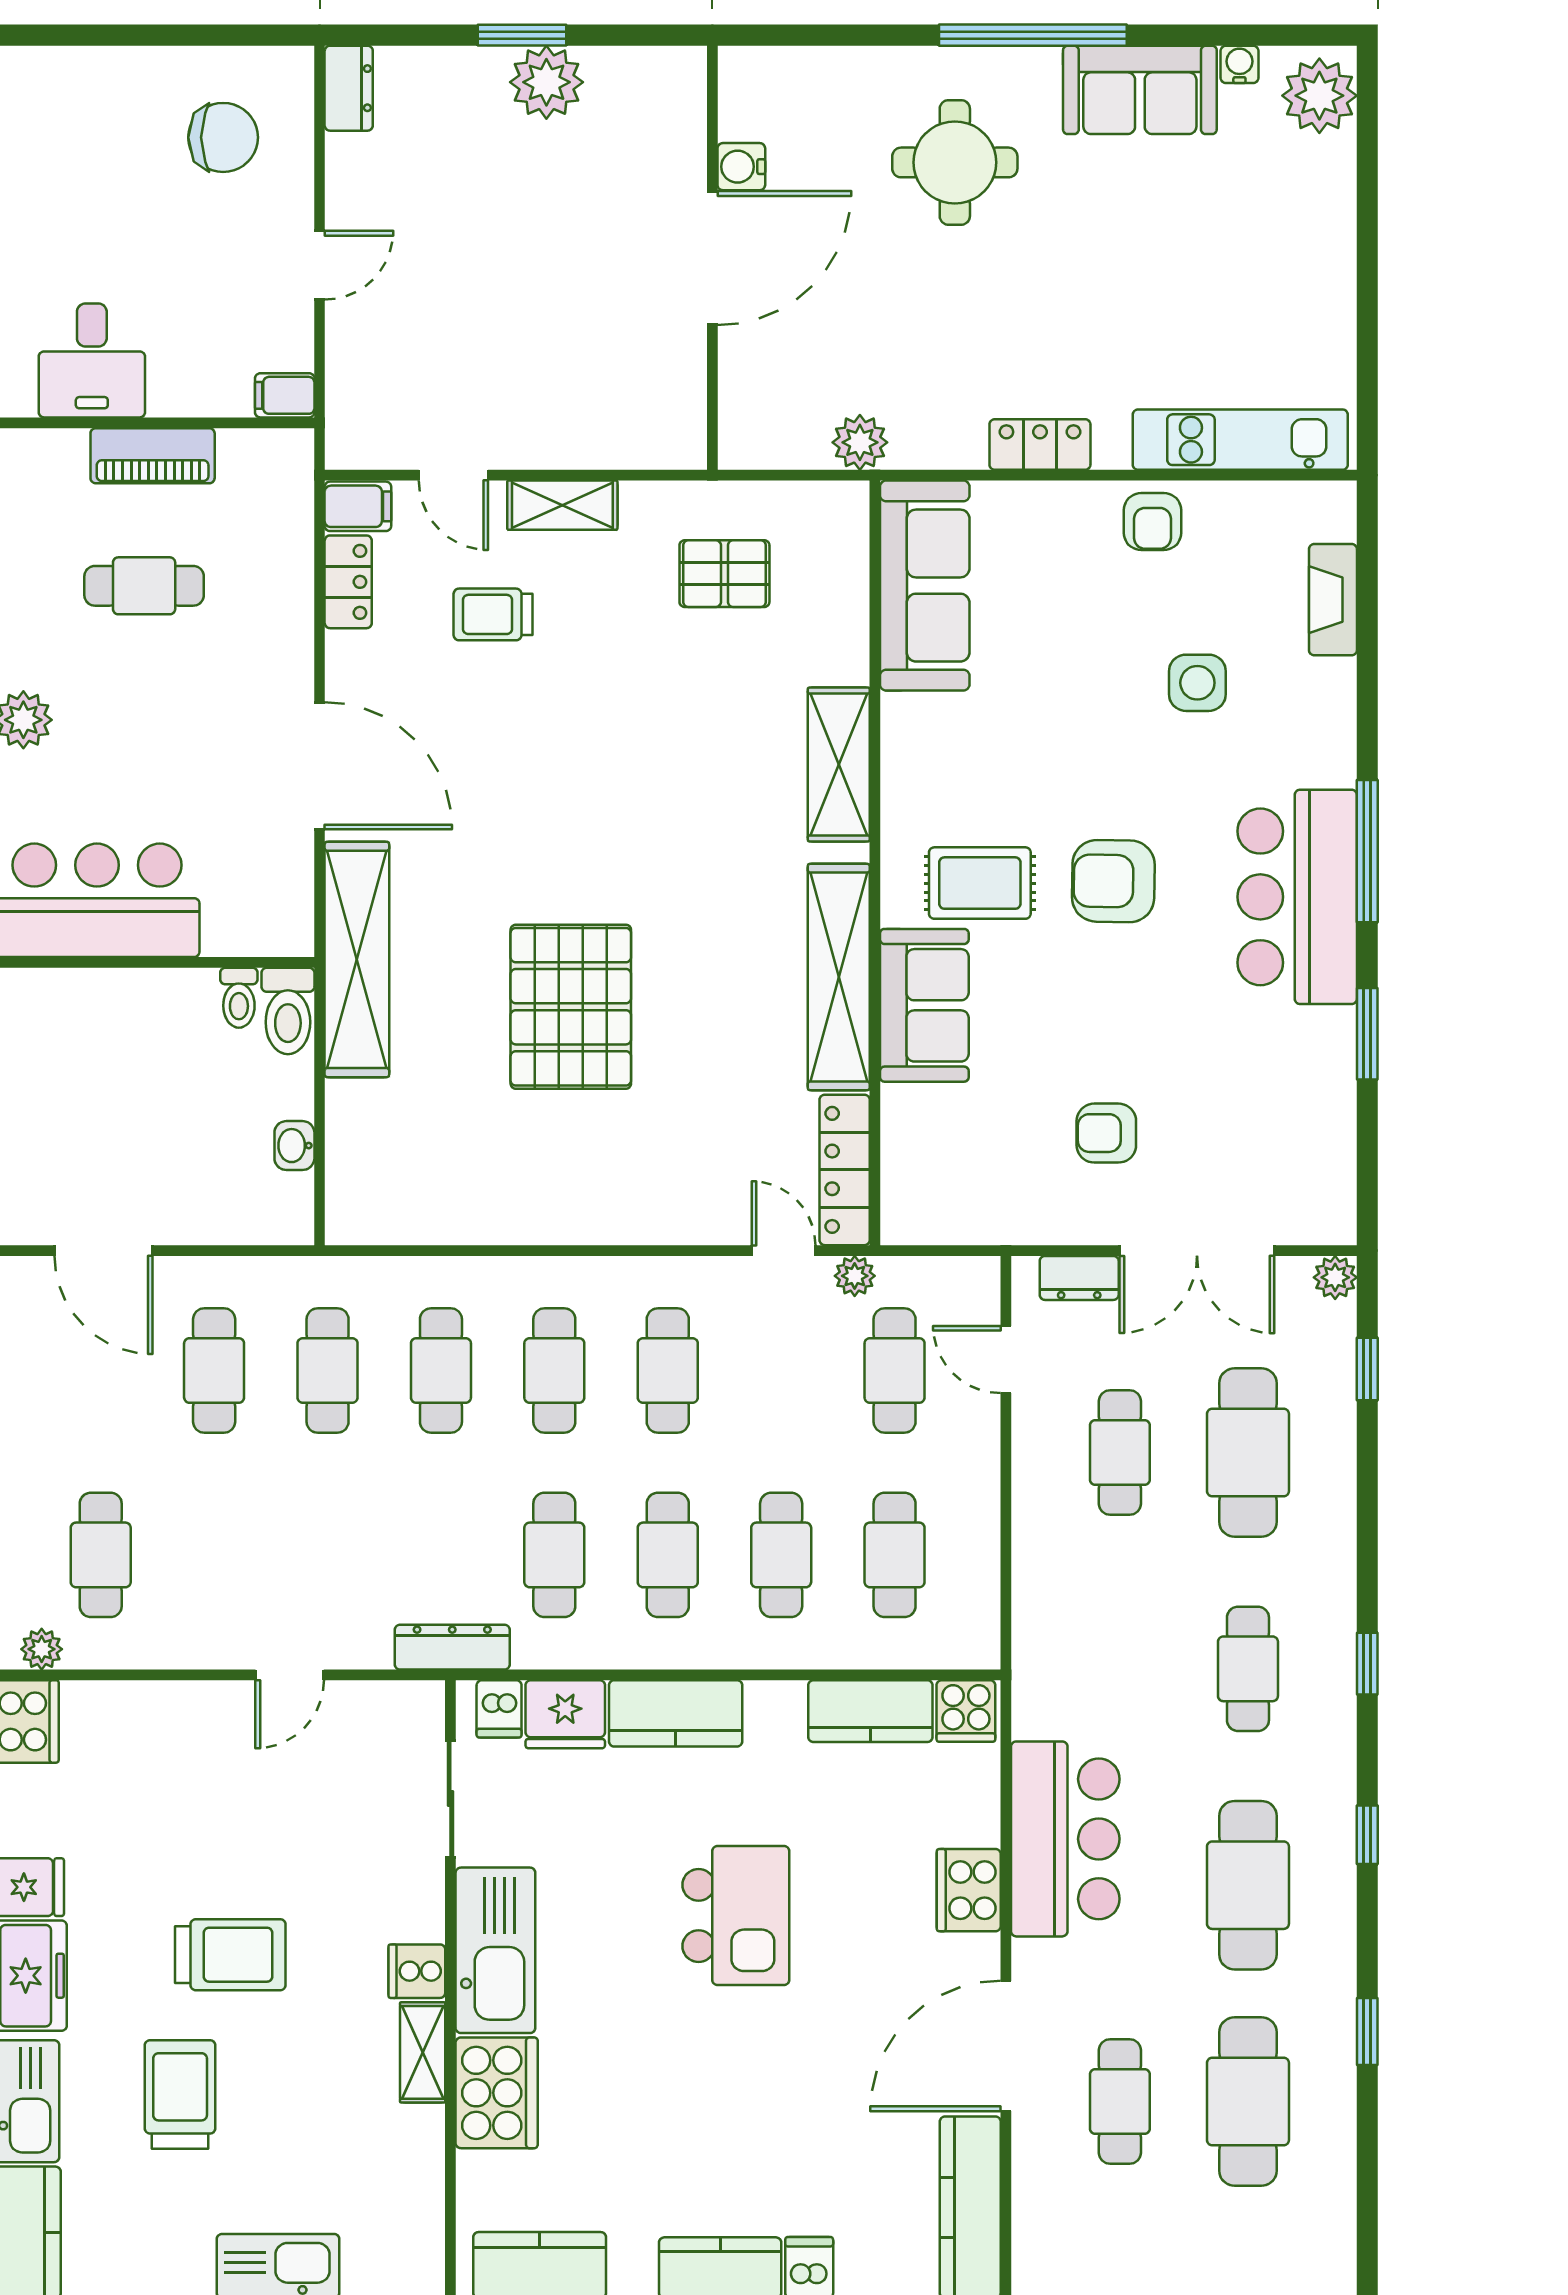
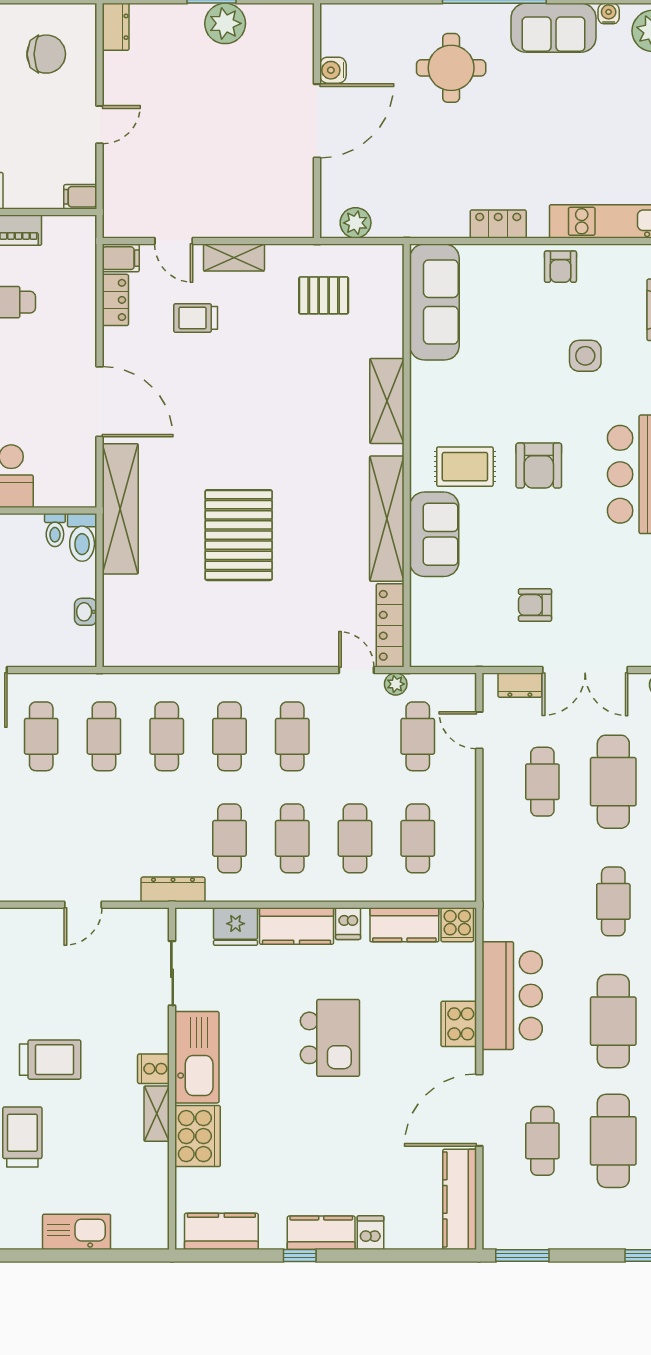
plant: (860, 442) -> (356, 223), moved
armchair: (1113, 881) -> (539, 466), turned -91
dishwasher: (499, 1709) -> (348, 924), moved

